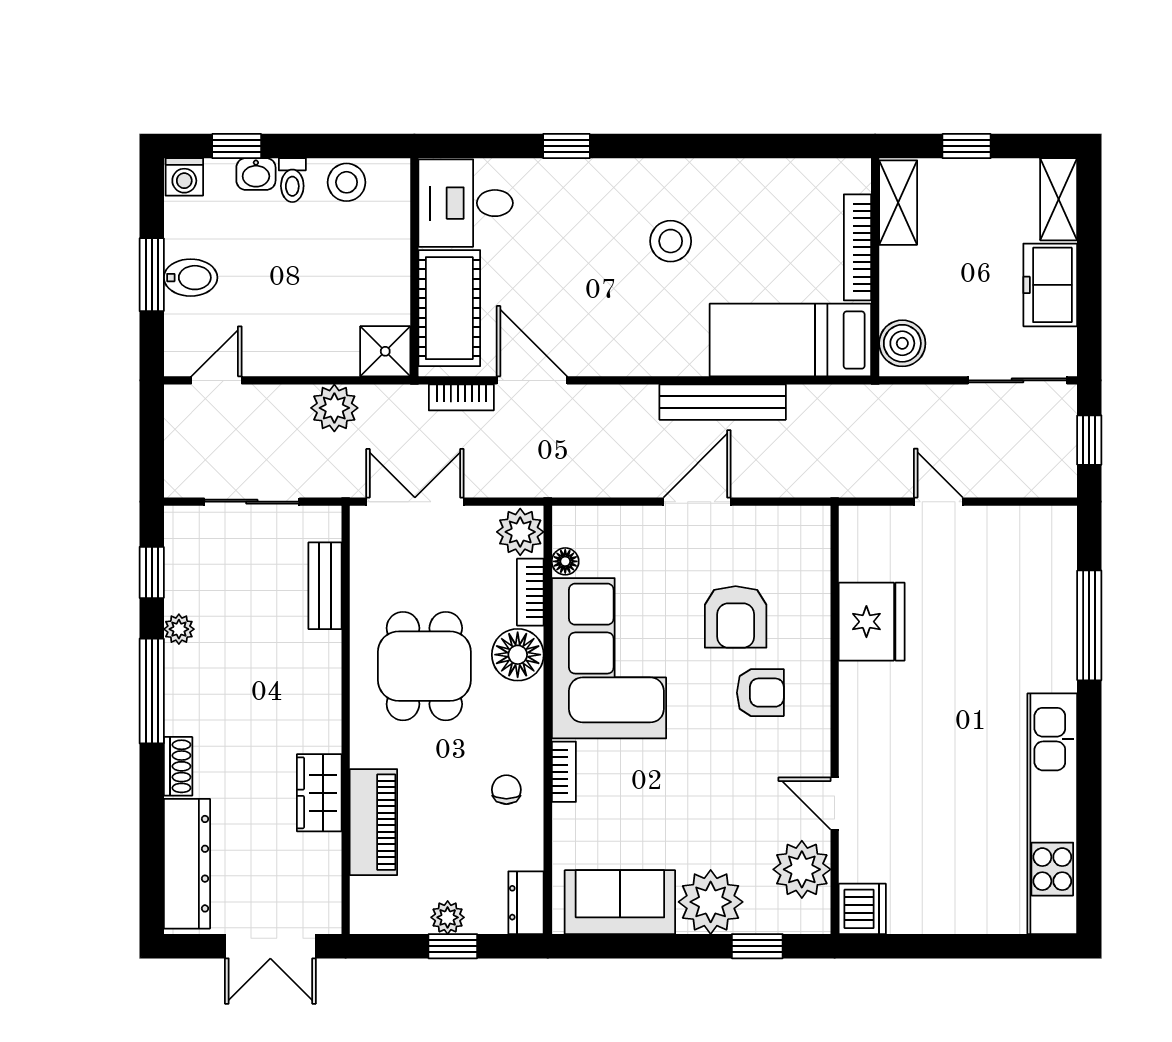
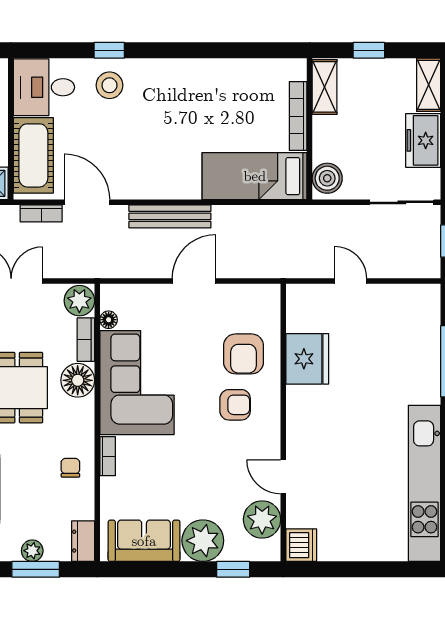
stool: (671, 241) -> (109, 85), moved
bench: (723, 402) -> (170, 216), moved
armchair: (736, 617) -> (244, 354), moved
window: (453, 946) -> (36, 569), width x1.50

